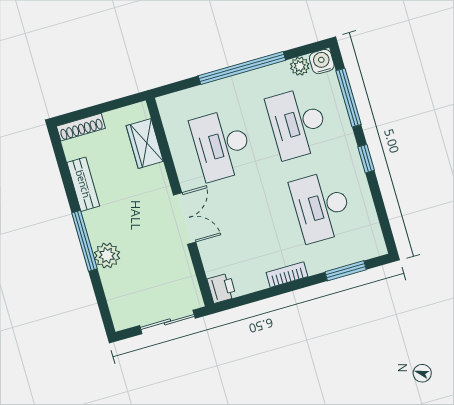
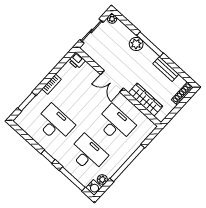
wardrobe: (145, 143) -> (145, 100), width x1.50
plant: (121, 321) -> (112, 19), added

